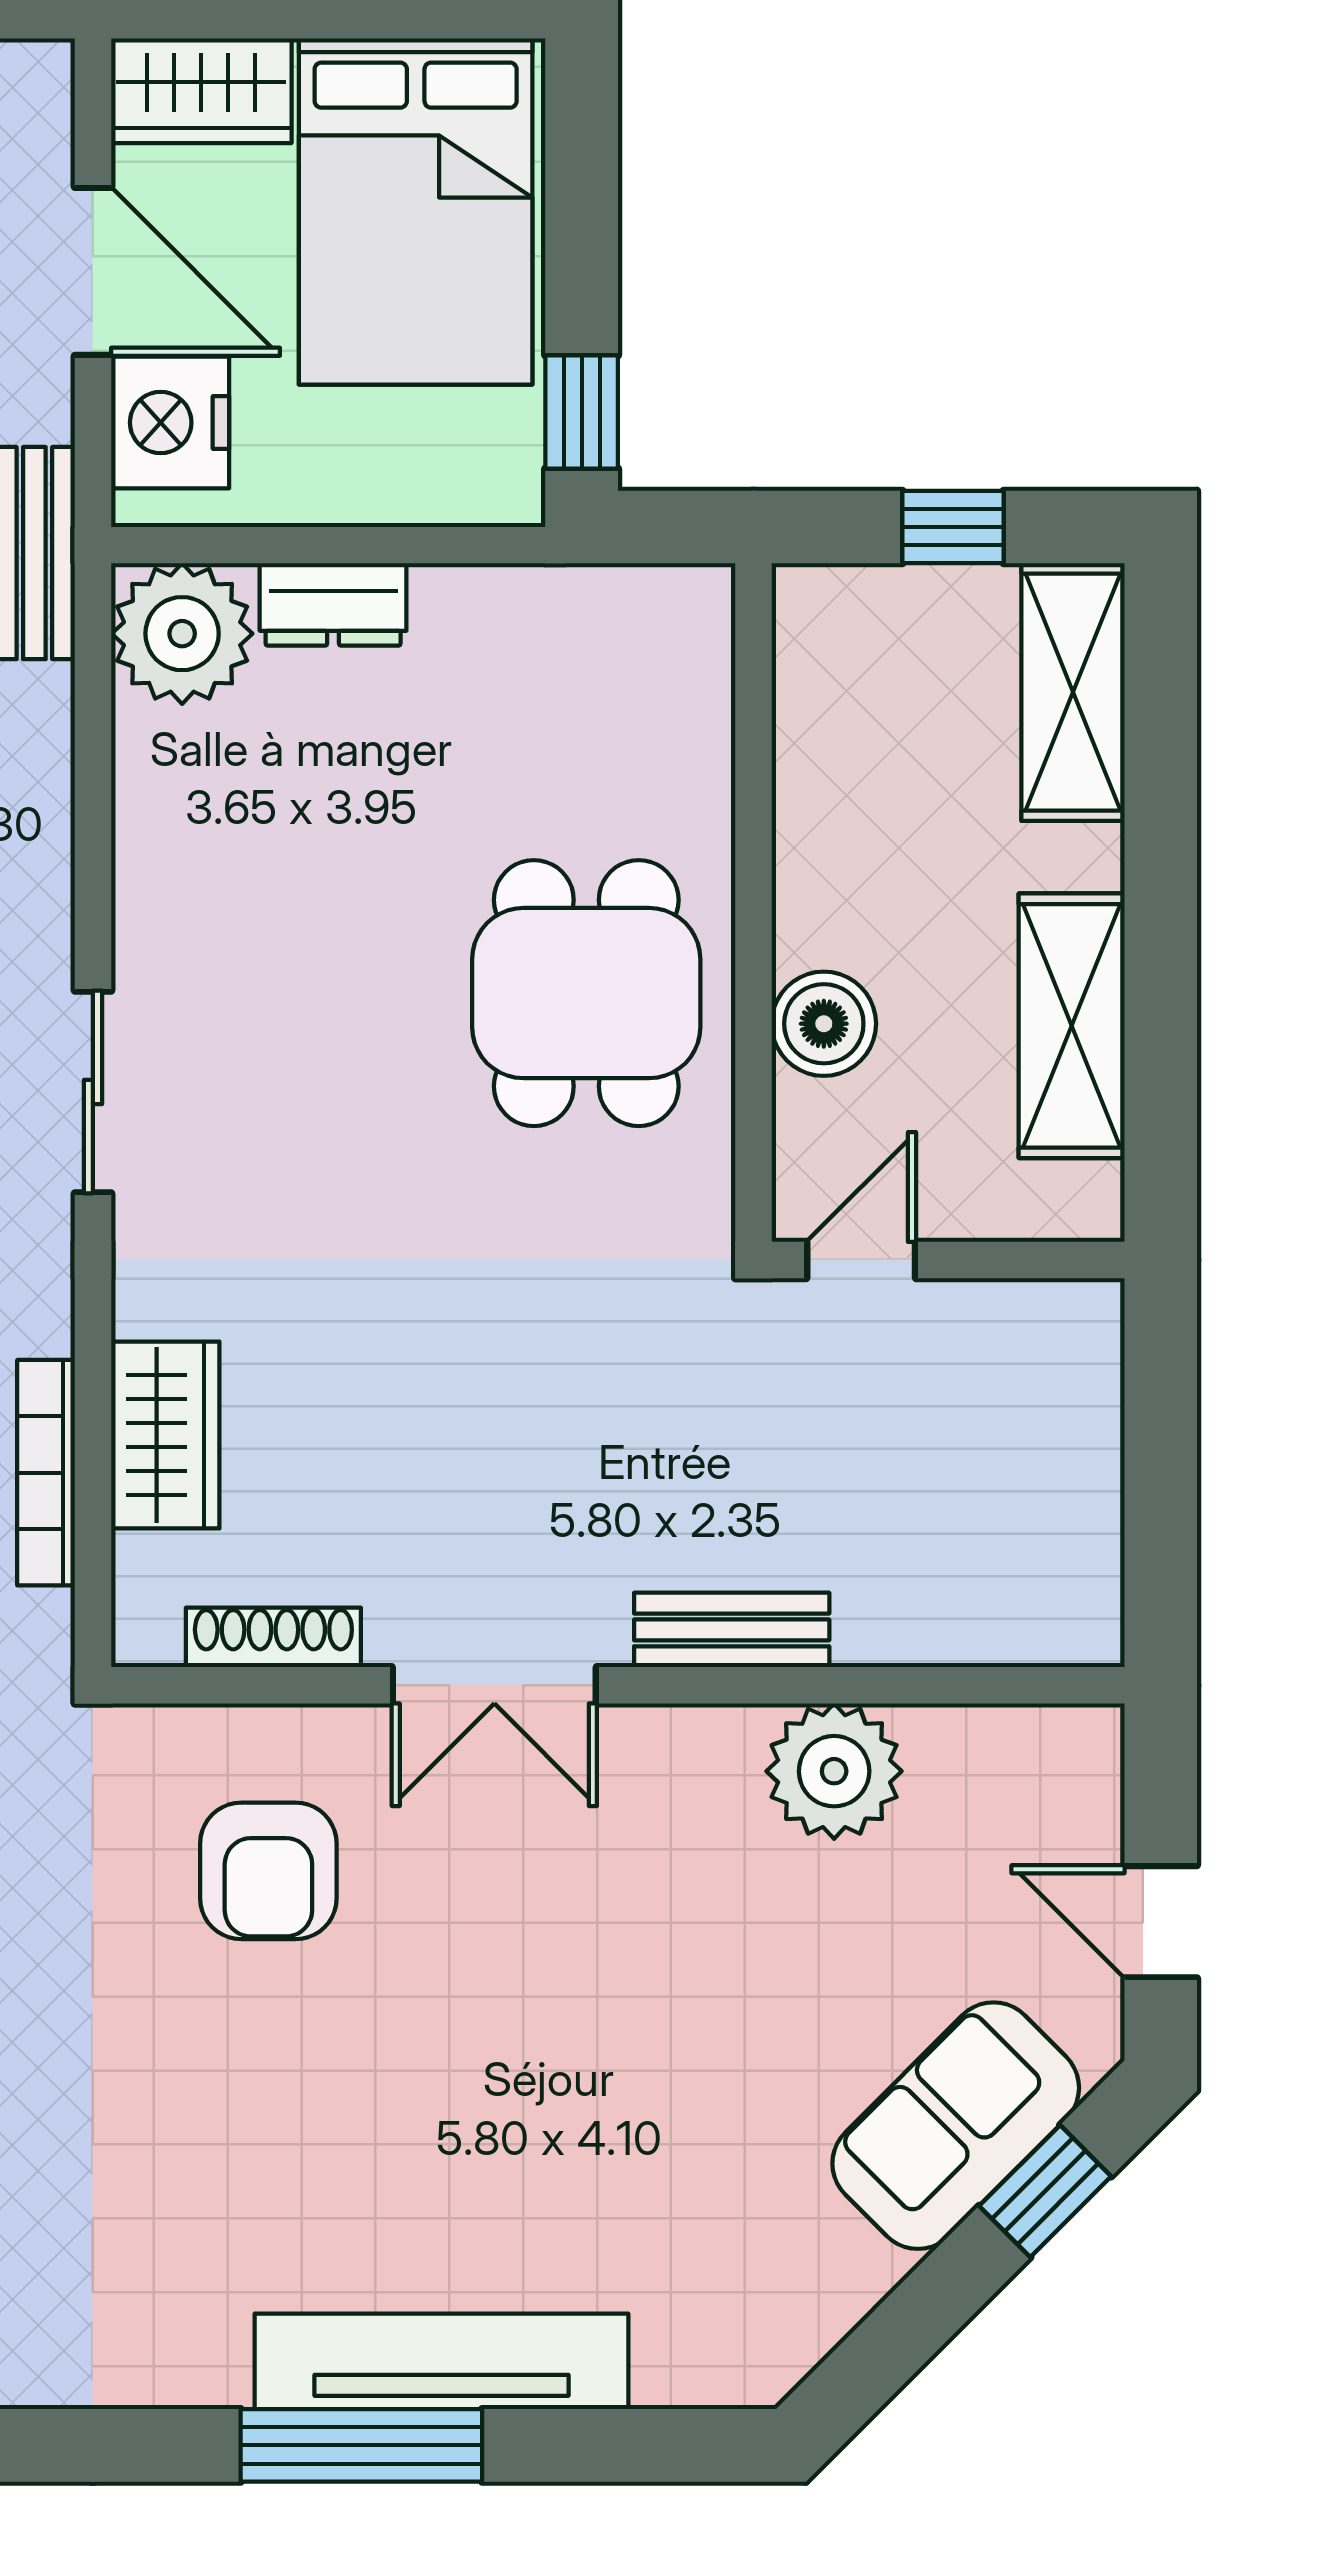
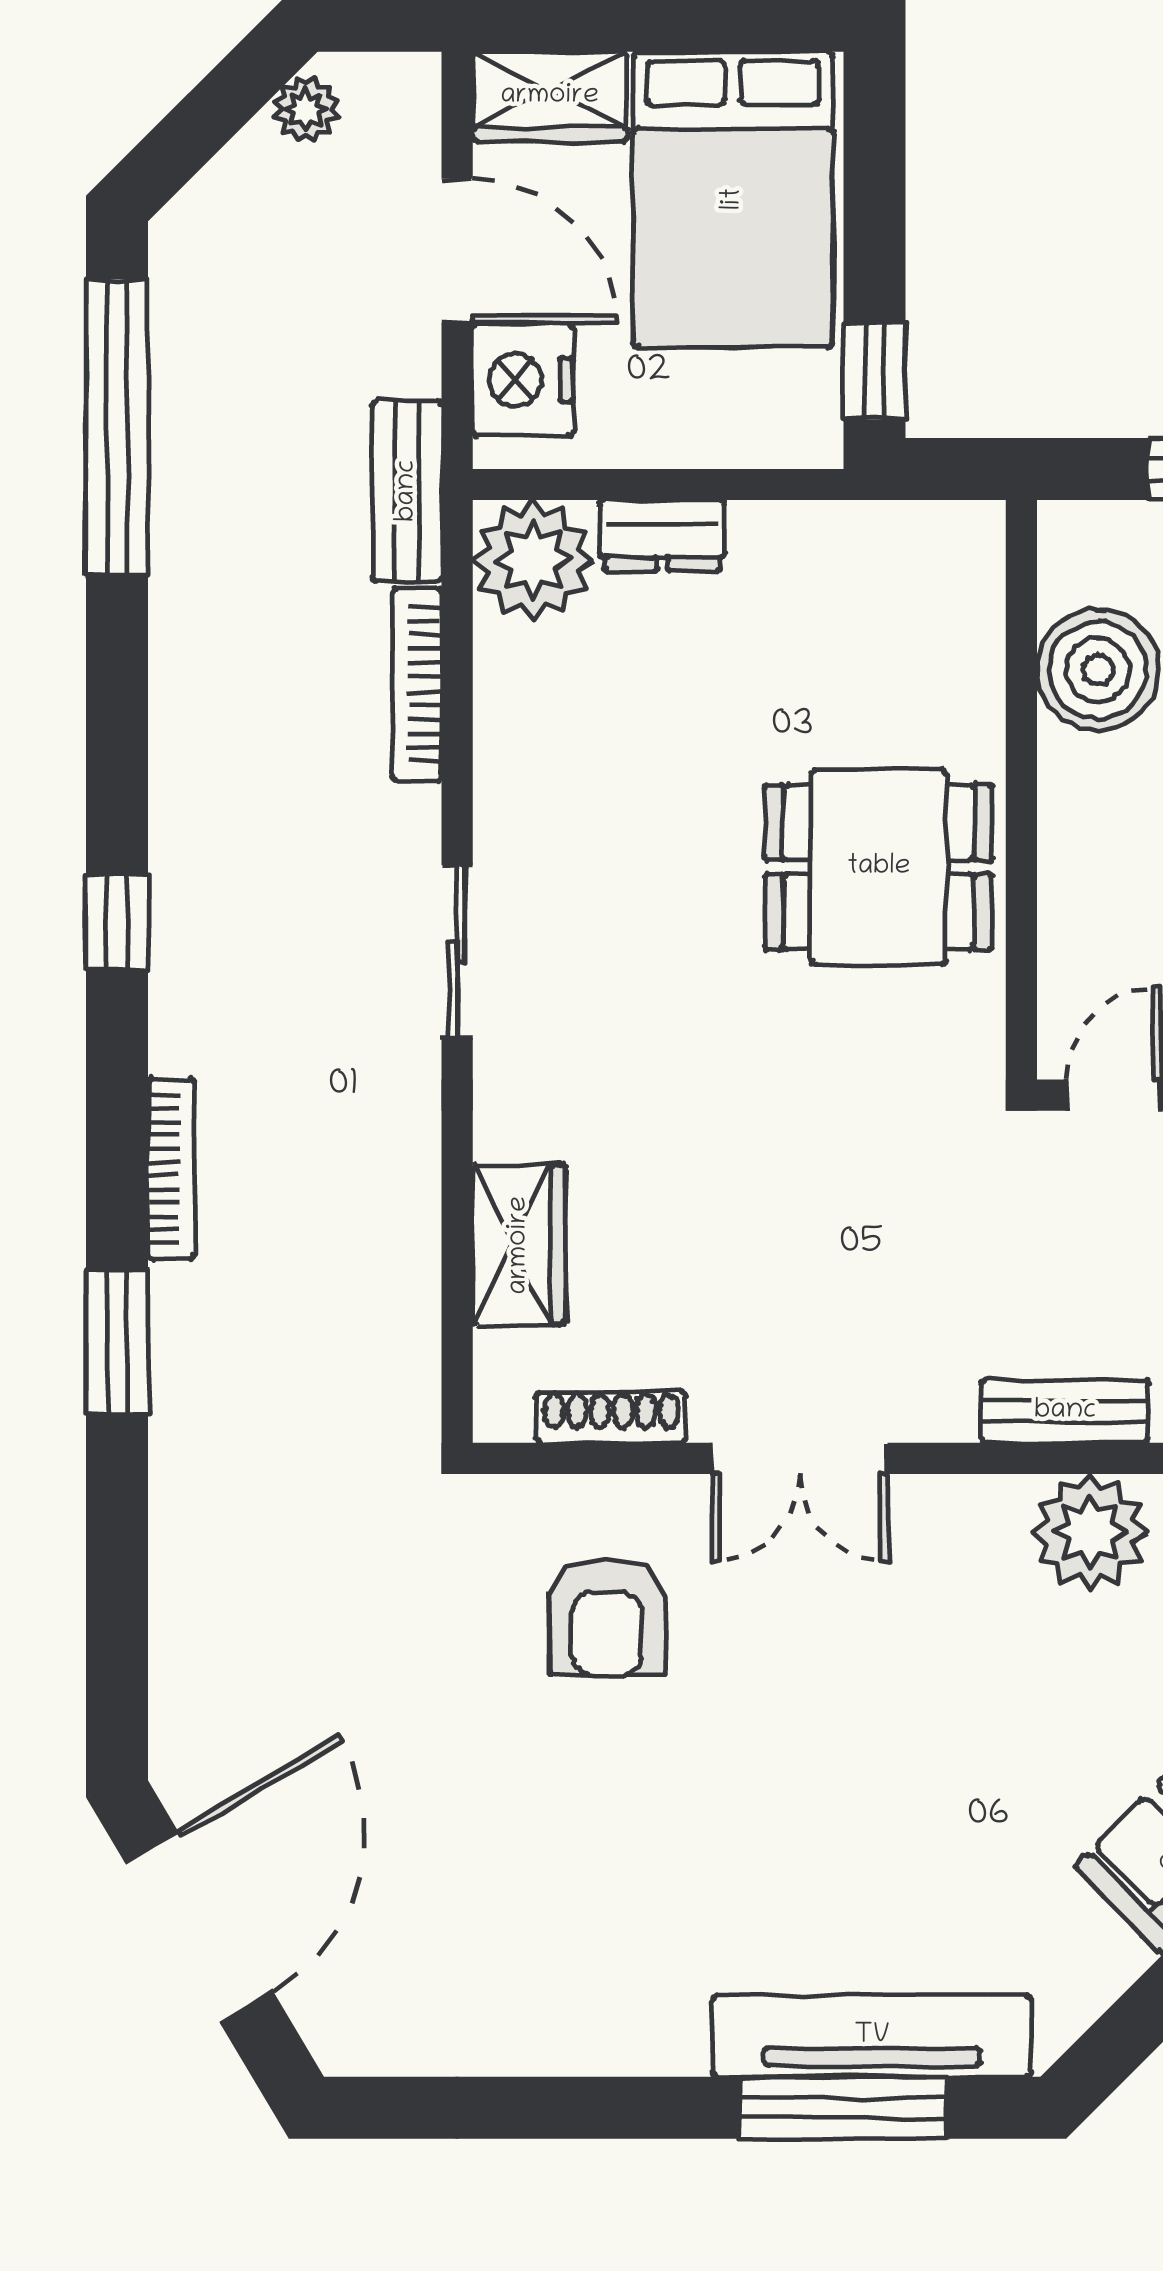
dining table: (586, 993) -> (879, 867), turned 90
boiler: (824, 1024) -> (1098, 670), moved, width x1.37, depth x1.37
bookcase: (46, 1473) -> (417, 684), moved
bench: (732, 1630) -> (1065, 1411), moved
tv unit: (441, 2361) -> (872, 2036), moved
window: (361, 2445) -> (843, 2108), moved

